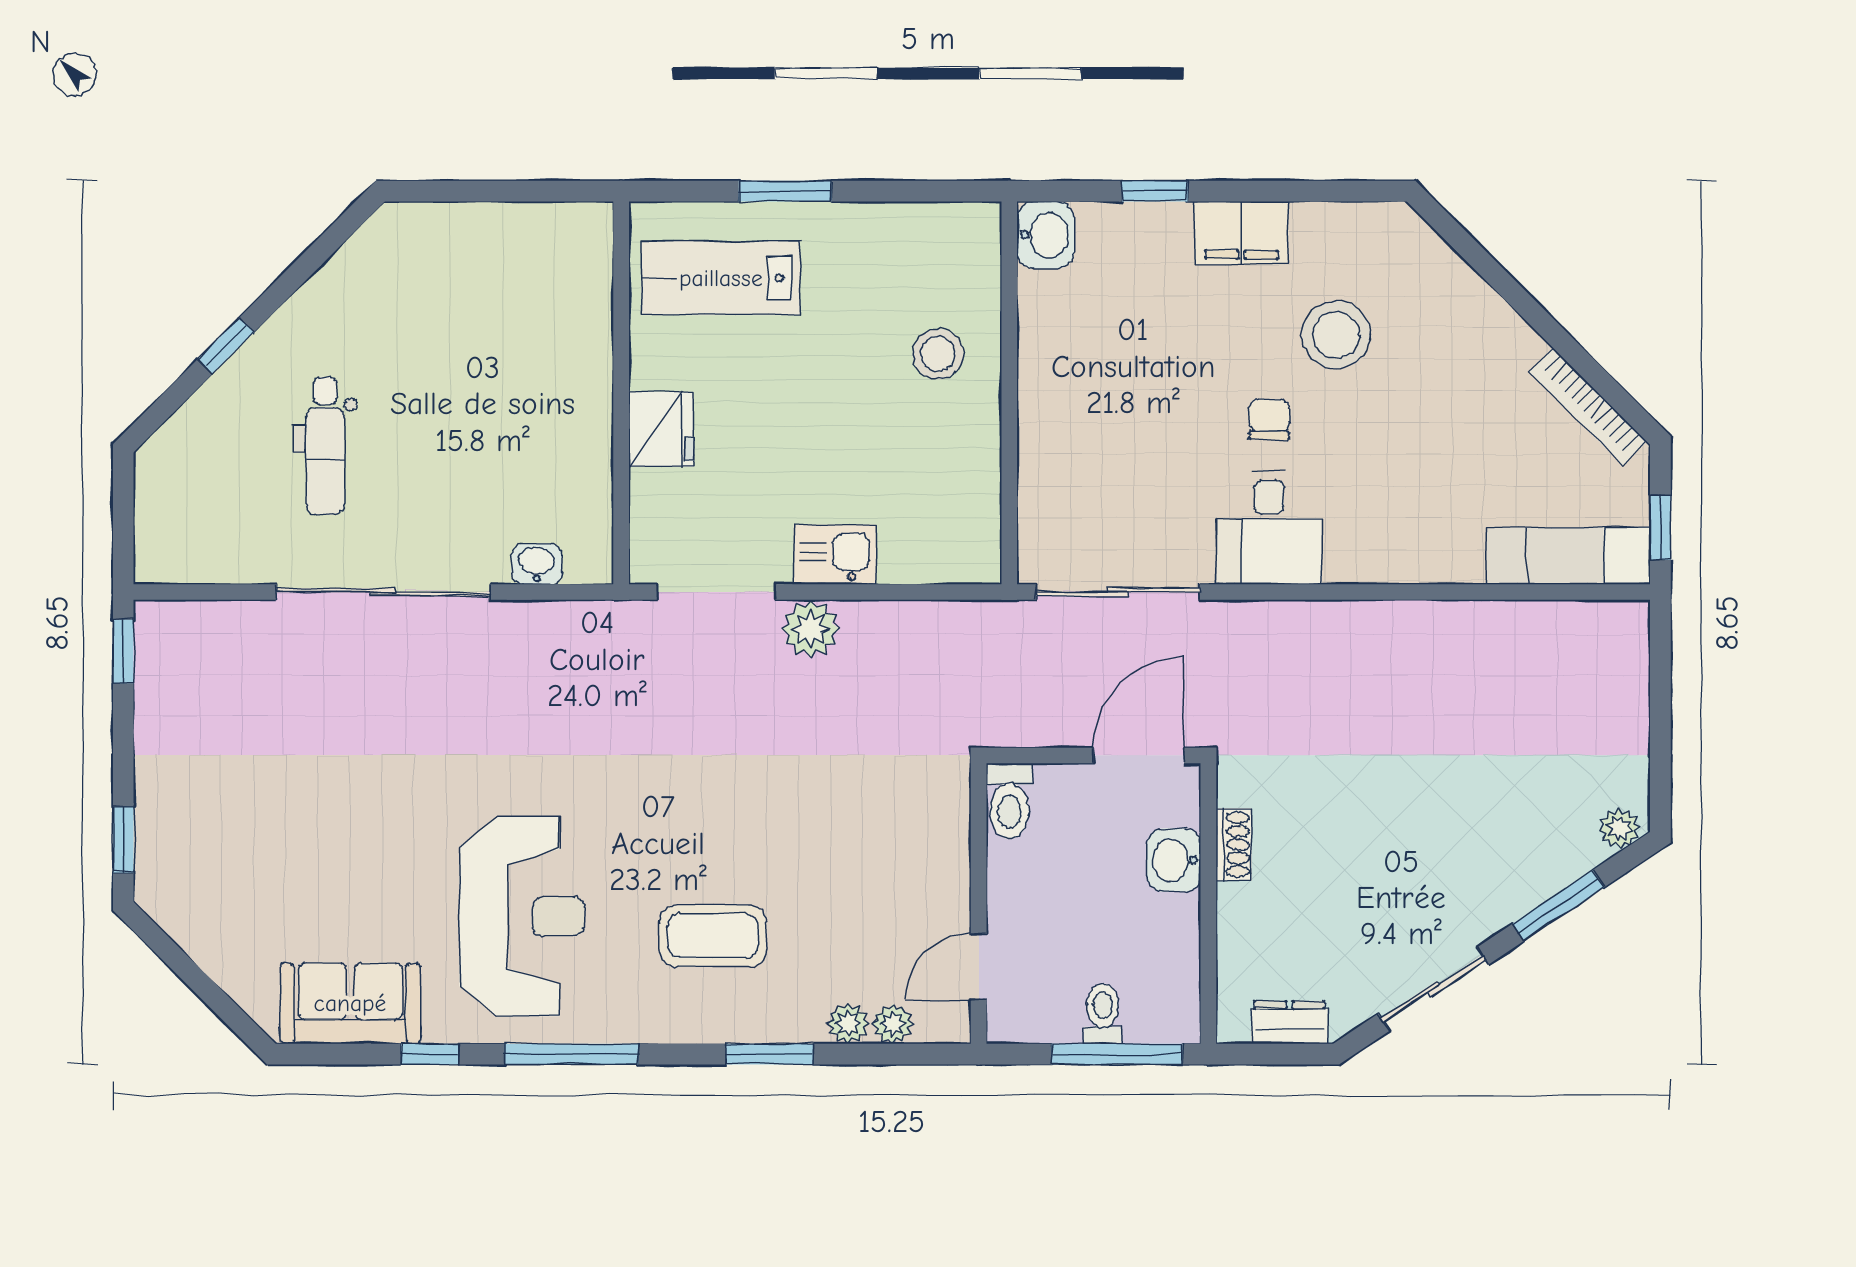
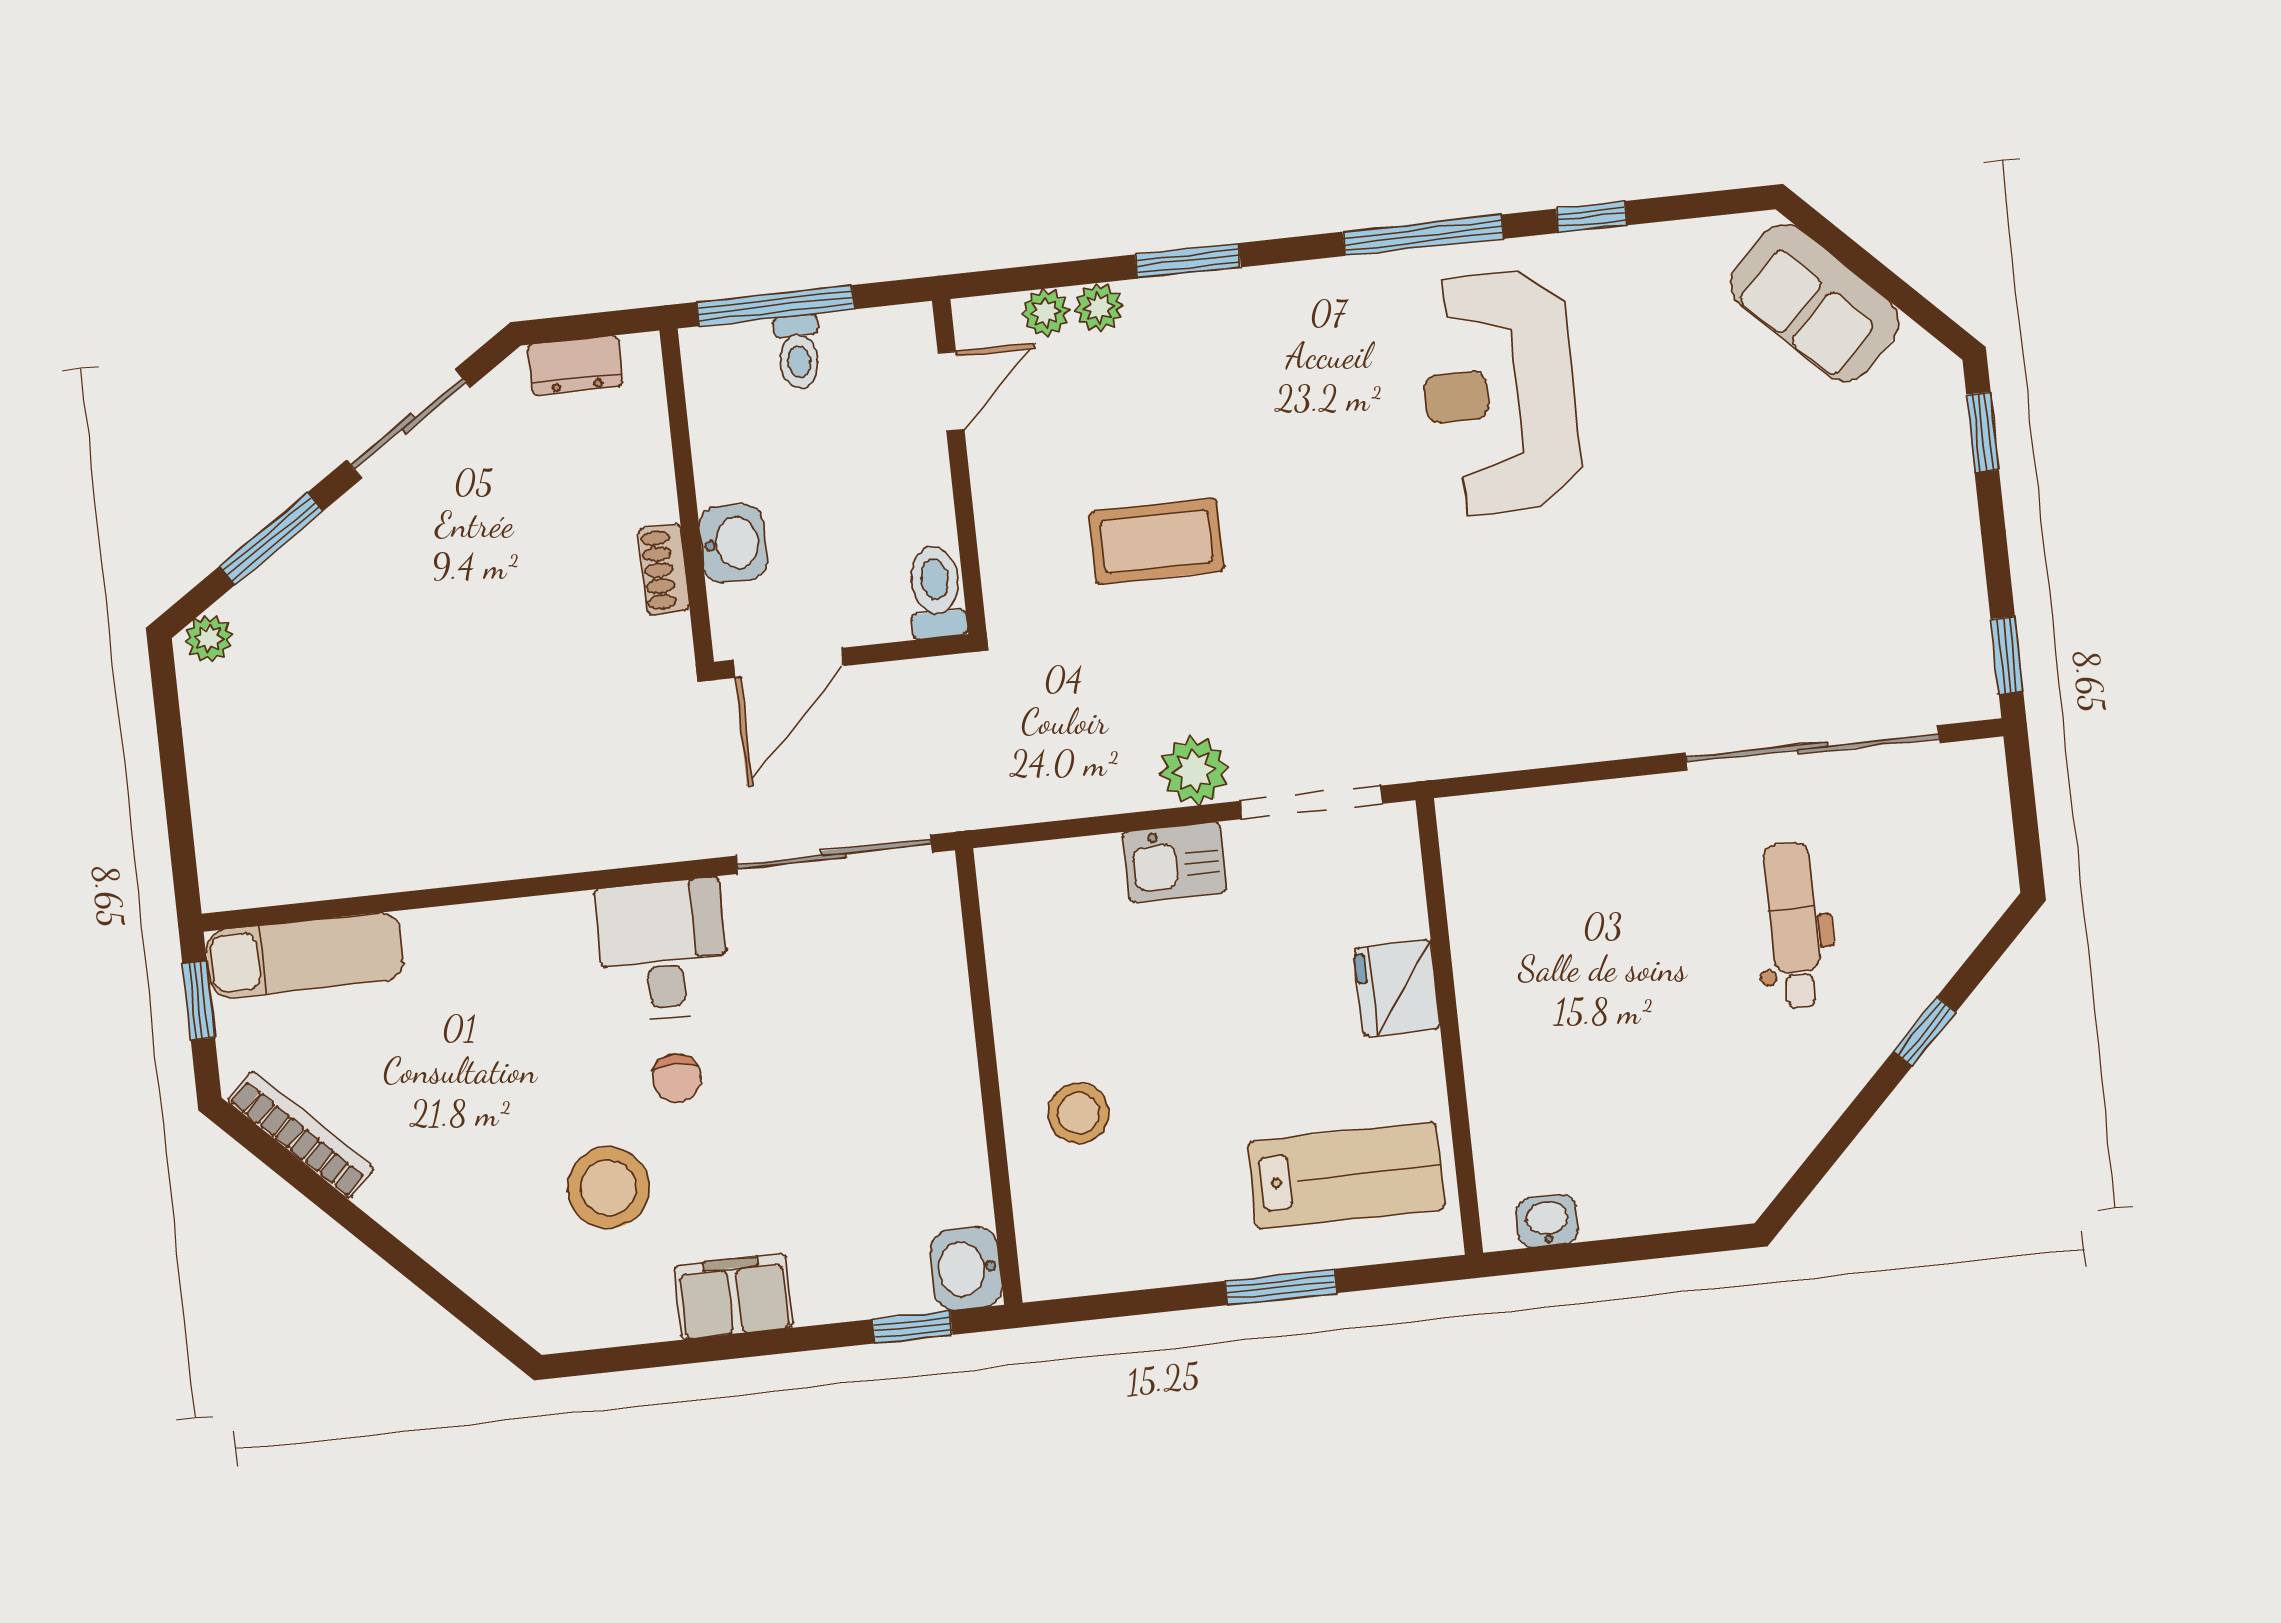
window: (1155, 191) -> (912, 1327), moved
washbasin: (537, 564) -> (1547, 1221), moved, turned 180
sliding door: (383, 592) -> (1813, 748), moved
coffee table: (713, 936) -> (1157, 541), moved
sofa: (350, 1003) -> (1815, 303), moved, turned 45

